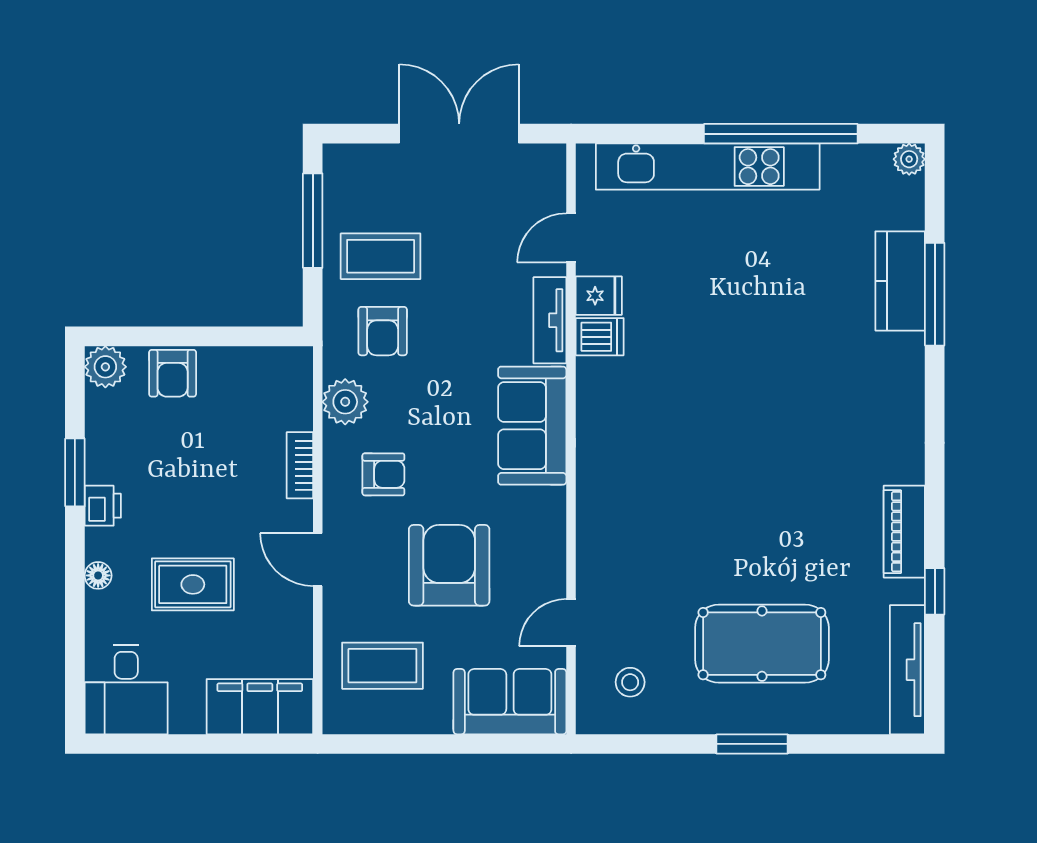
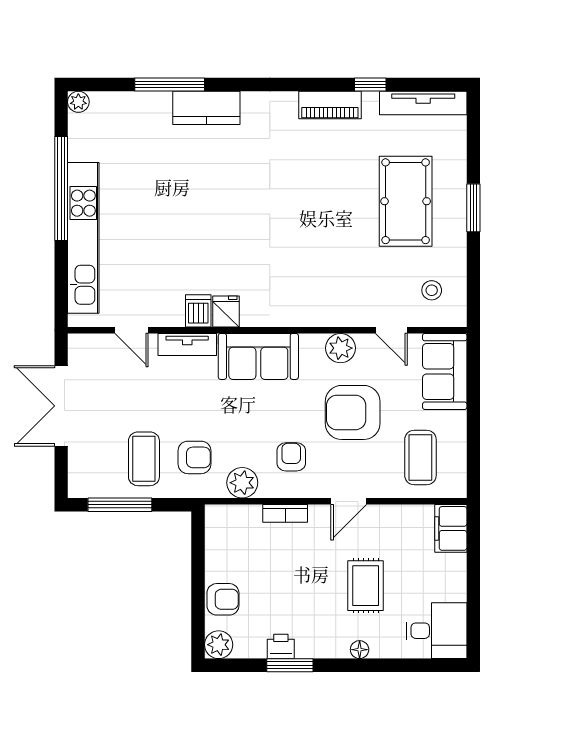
kitchen counter: (900, 281) -> (206, 108), moved
fridge: (599, 296) -> (226, 311), moved
printer: (103, 506) -> (281, 646), moved
plant: (544, 547) -> (340, 348), added
filing cabinet: (260, 707) -> (451, 528), width x0.67, depth x0.86

